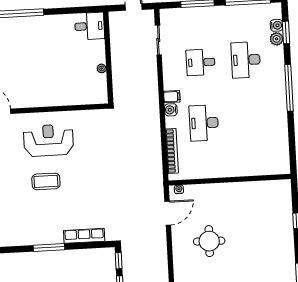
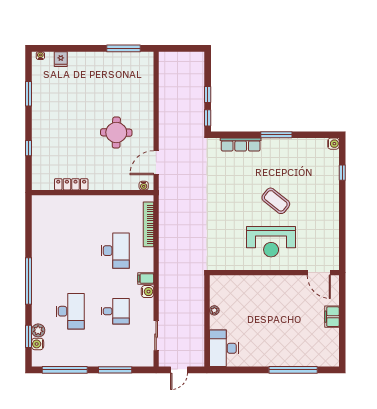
desk: (90, 26) -> (224, 348), width x1.37
water cooler: (171, 110) -> (147, 292), moved
coffee table: (46, 181) -> (276, 201), turned 39
locker: (251, 187) -> (71, 184), added

